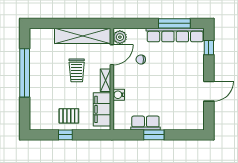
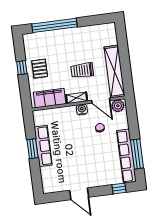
window: (25, 73) -> (54, 25), moved
water cooler: (119, 95) -> (82, 109), moved
row of seats: (145, 123) -> (43, 146), width x1.48

